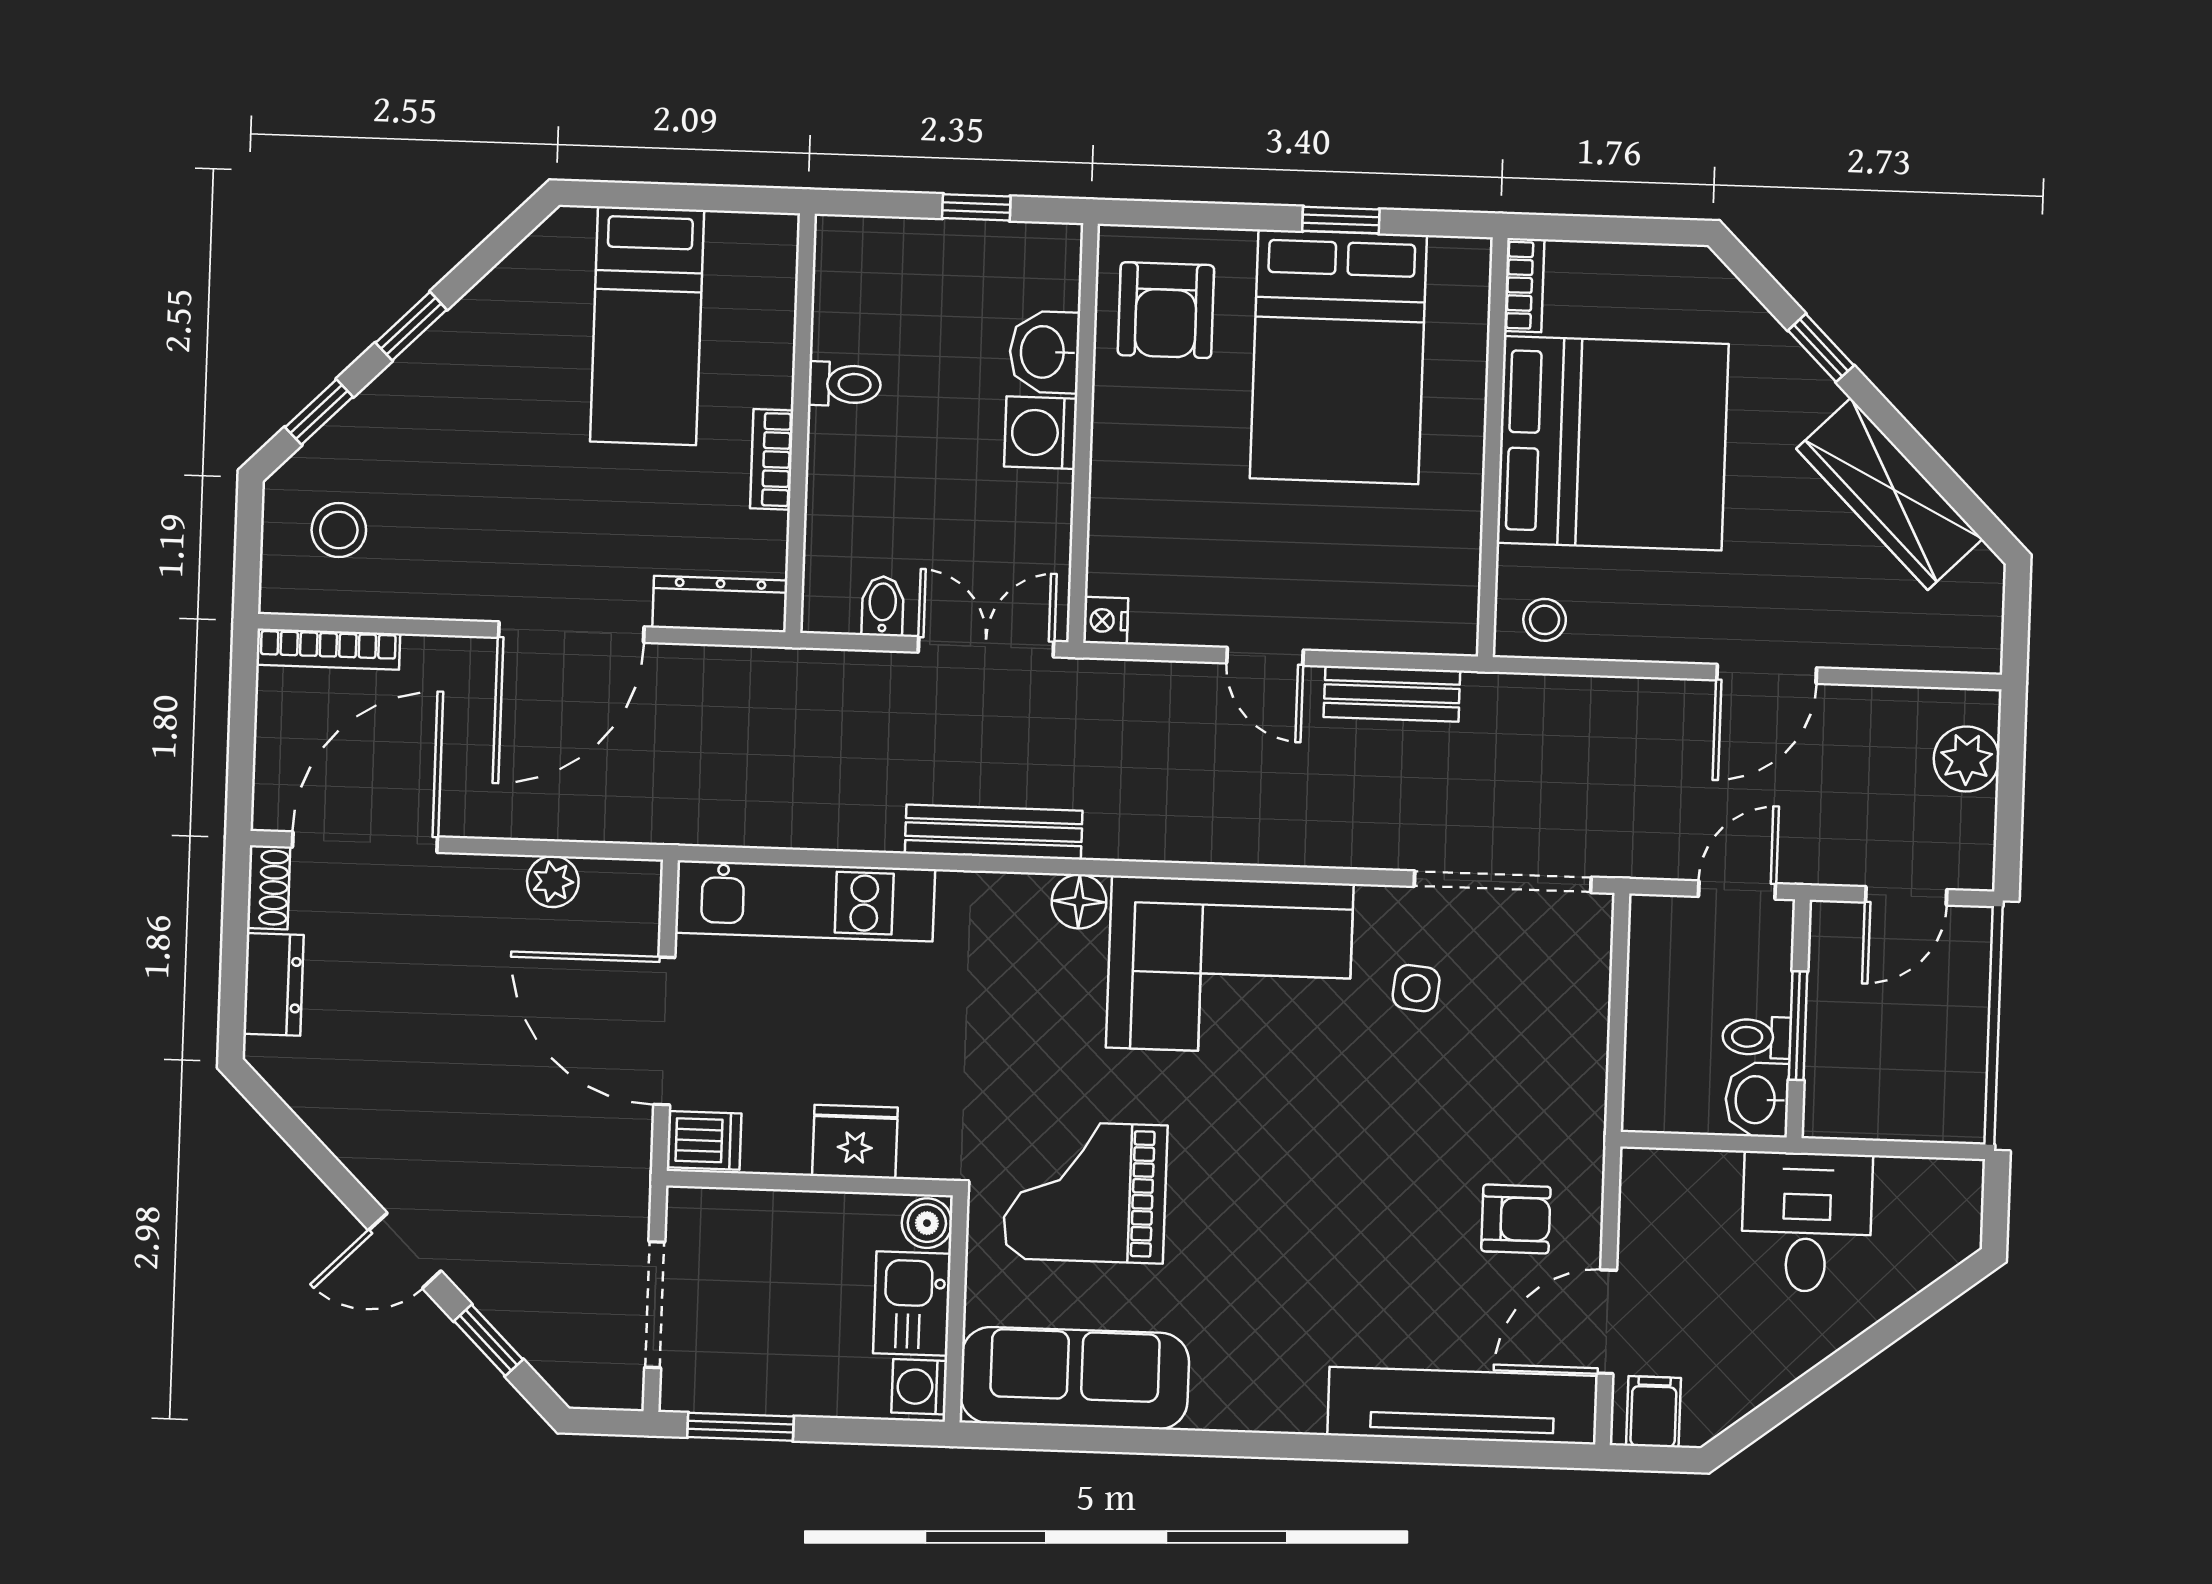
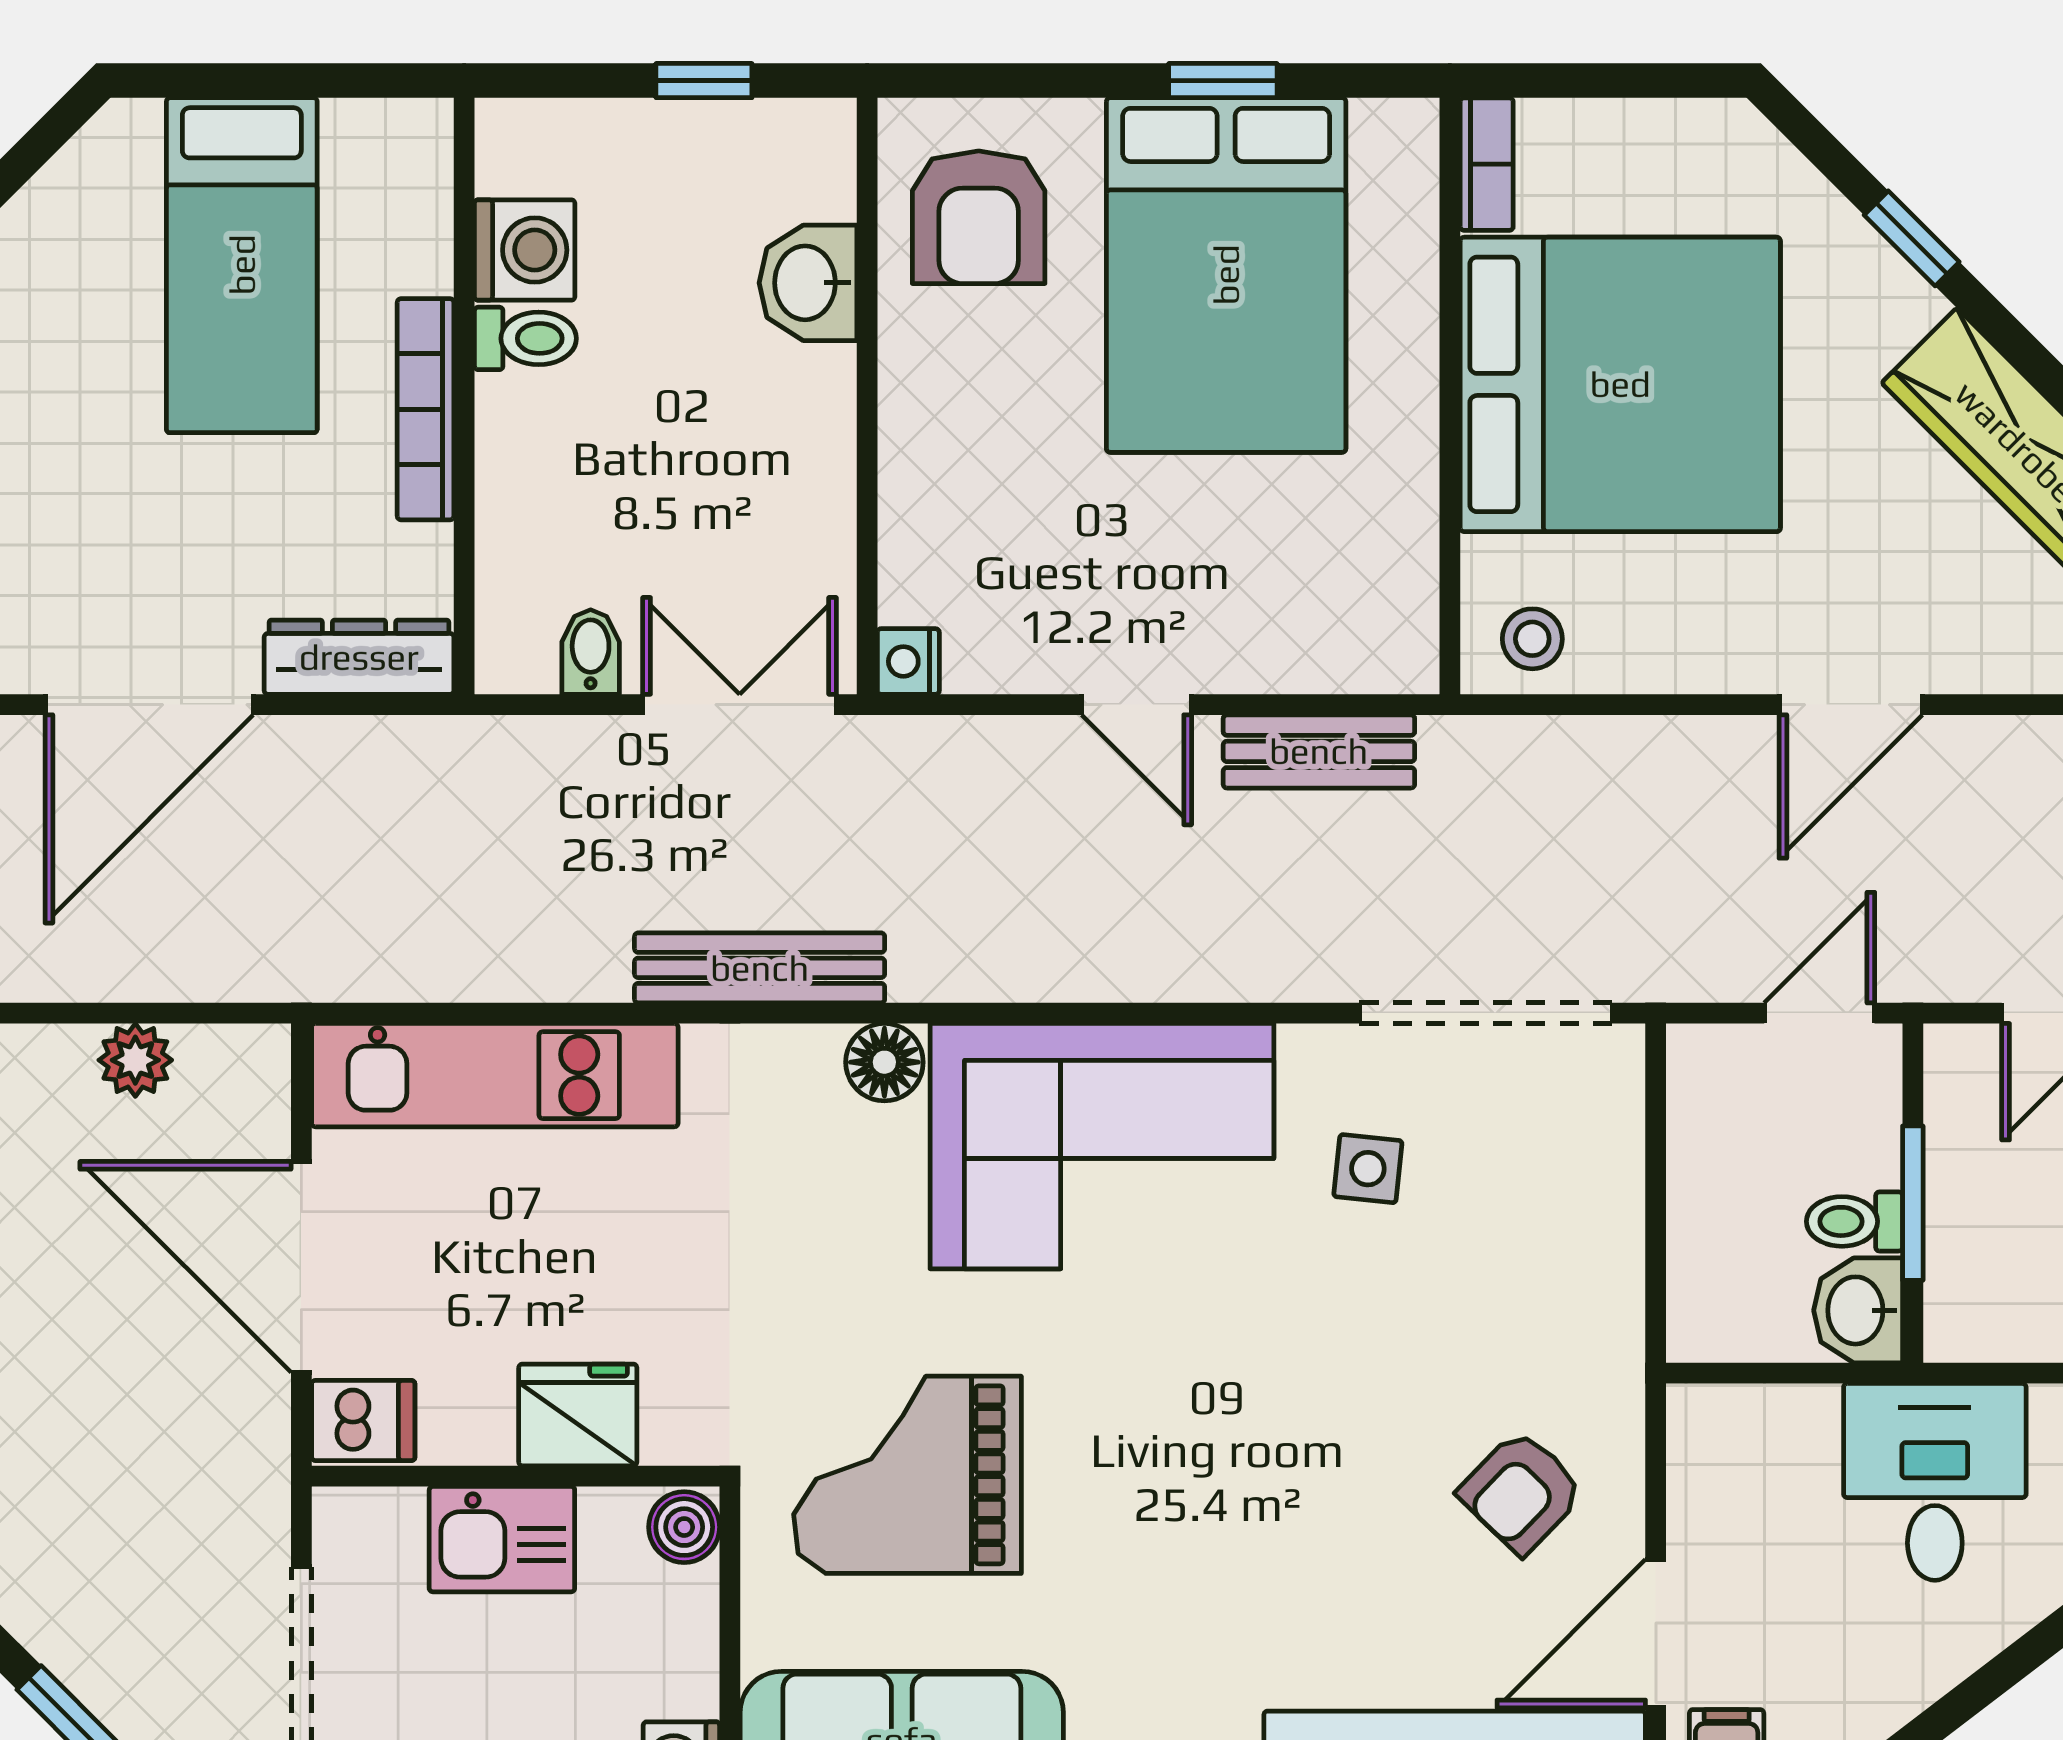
washing machine: (1041, 433) -> (525, 250), moved, turned 180
bookcase: (772, 459) -> (426, 409), width x1.56
armchair: (1516, 1219) -> (1521, 1492), turned 134
kitchen sink: (912, 1304) -> (502, 1539), moved, turned -90

